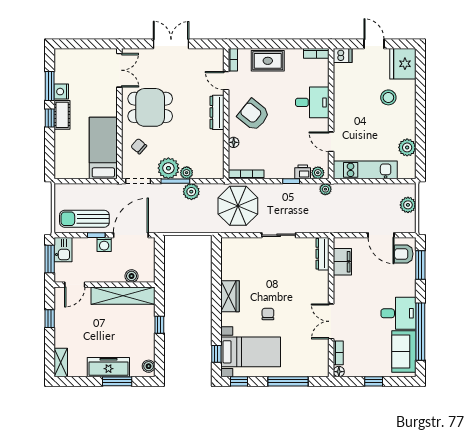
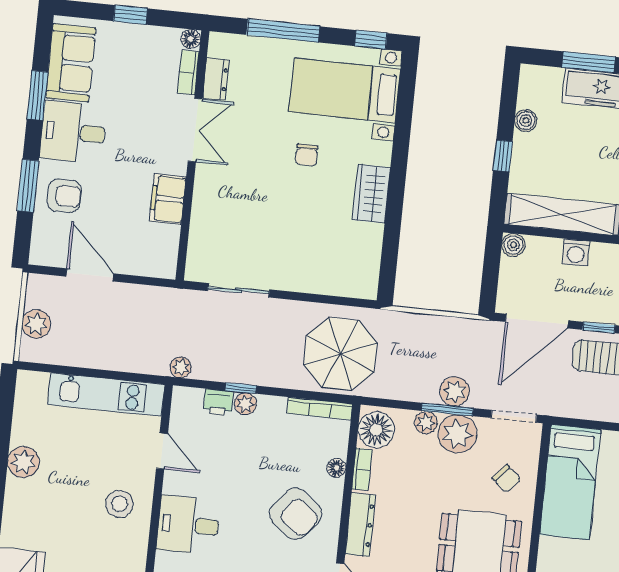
stool: (388, 97) -> (119, 504), moved
bookcase: (219, 143) -> (362, 469), added
plant: (407, 147) -> (23, 462), moved
floor lamp: (214, 166) -> (376, 430), added
plant: (318, 173) -> (245, 404), moved
plant: (191, 192) -> (455, 391), moved
sliding door: (279, 235) -> (239, 290), moved
washing machine: (104, 244) -> (576, 253), moved, turned 180
dresser: (322, 254) -> (216, 79), moved, width x0.70
armchair: (404, 254) -> (64, 196), moved
filing cabinet: (342, 262) -> (168, 199), moved
window: (420, 265) -> (28, 186), moved
boiler: (132, 276) -> (513, 245), moved
window: (420, 332) -> (37, 95), width x0.47
window: (216, 354) -> (406, 93), removed
boiler: (149, 366) -> (526, 121), moved

